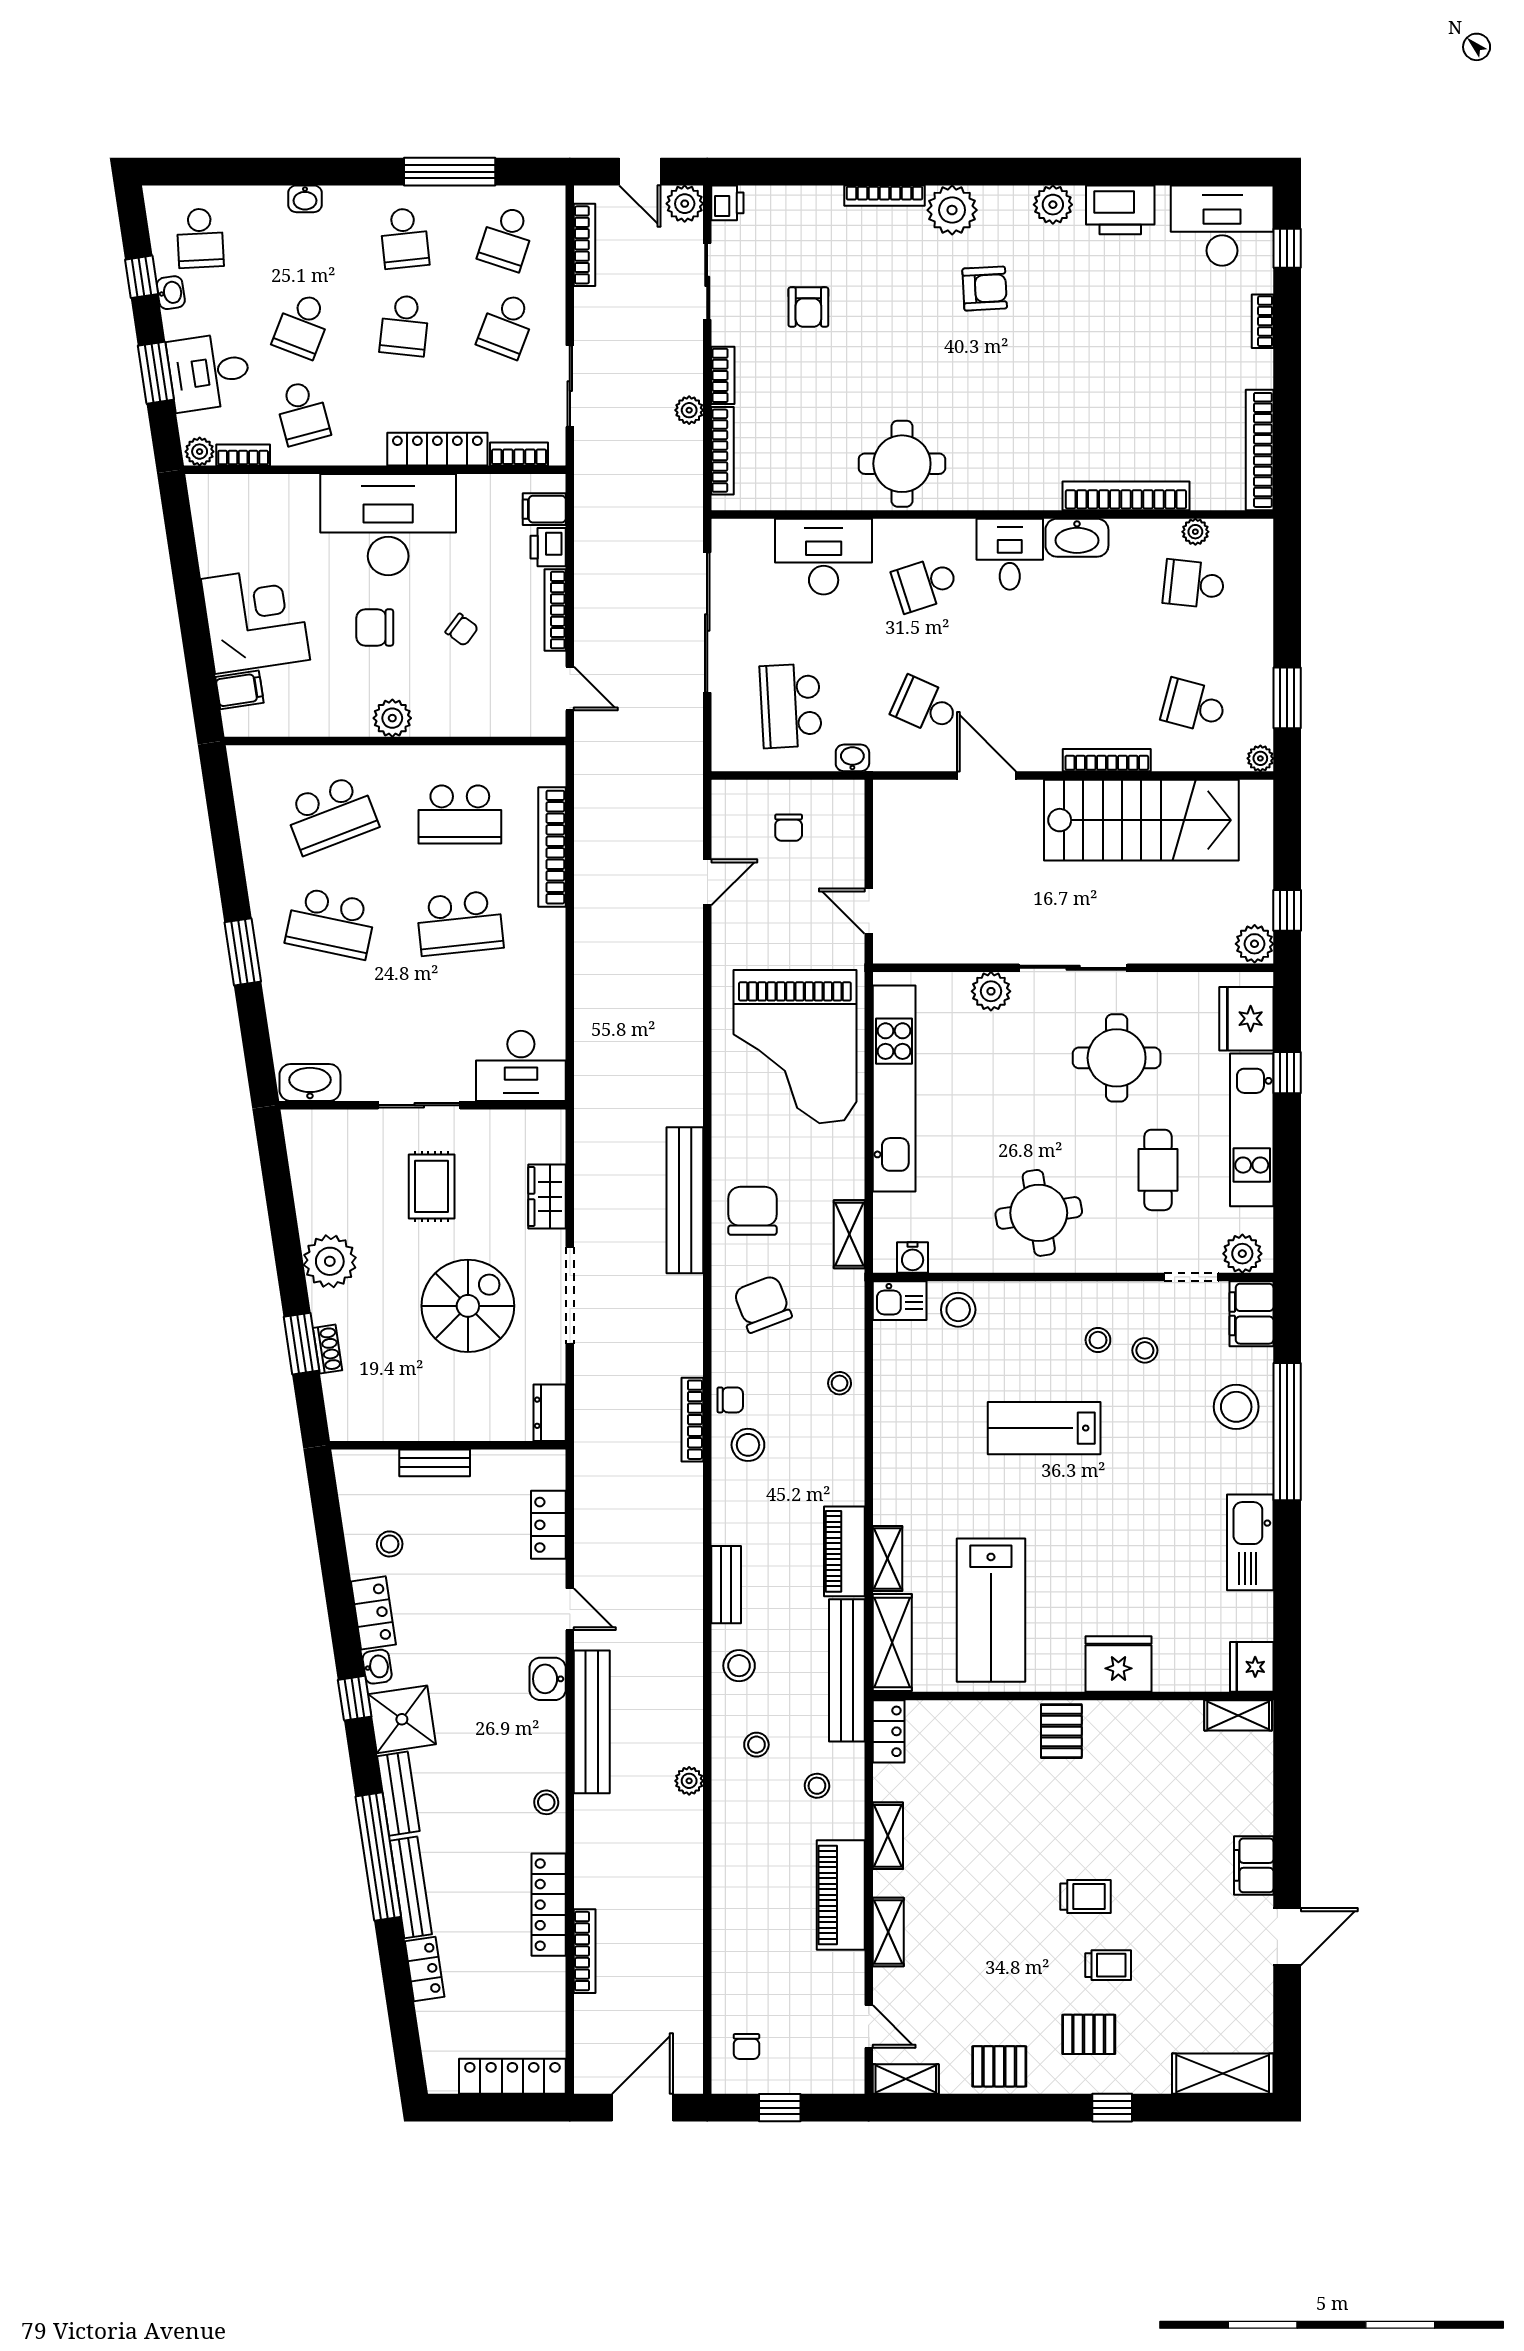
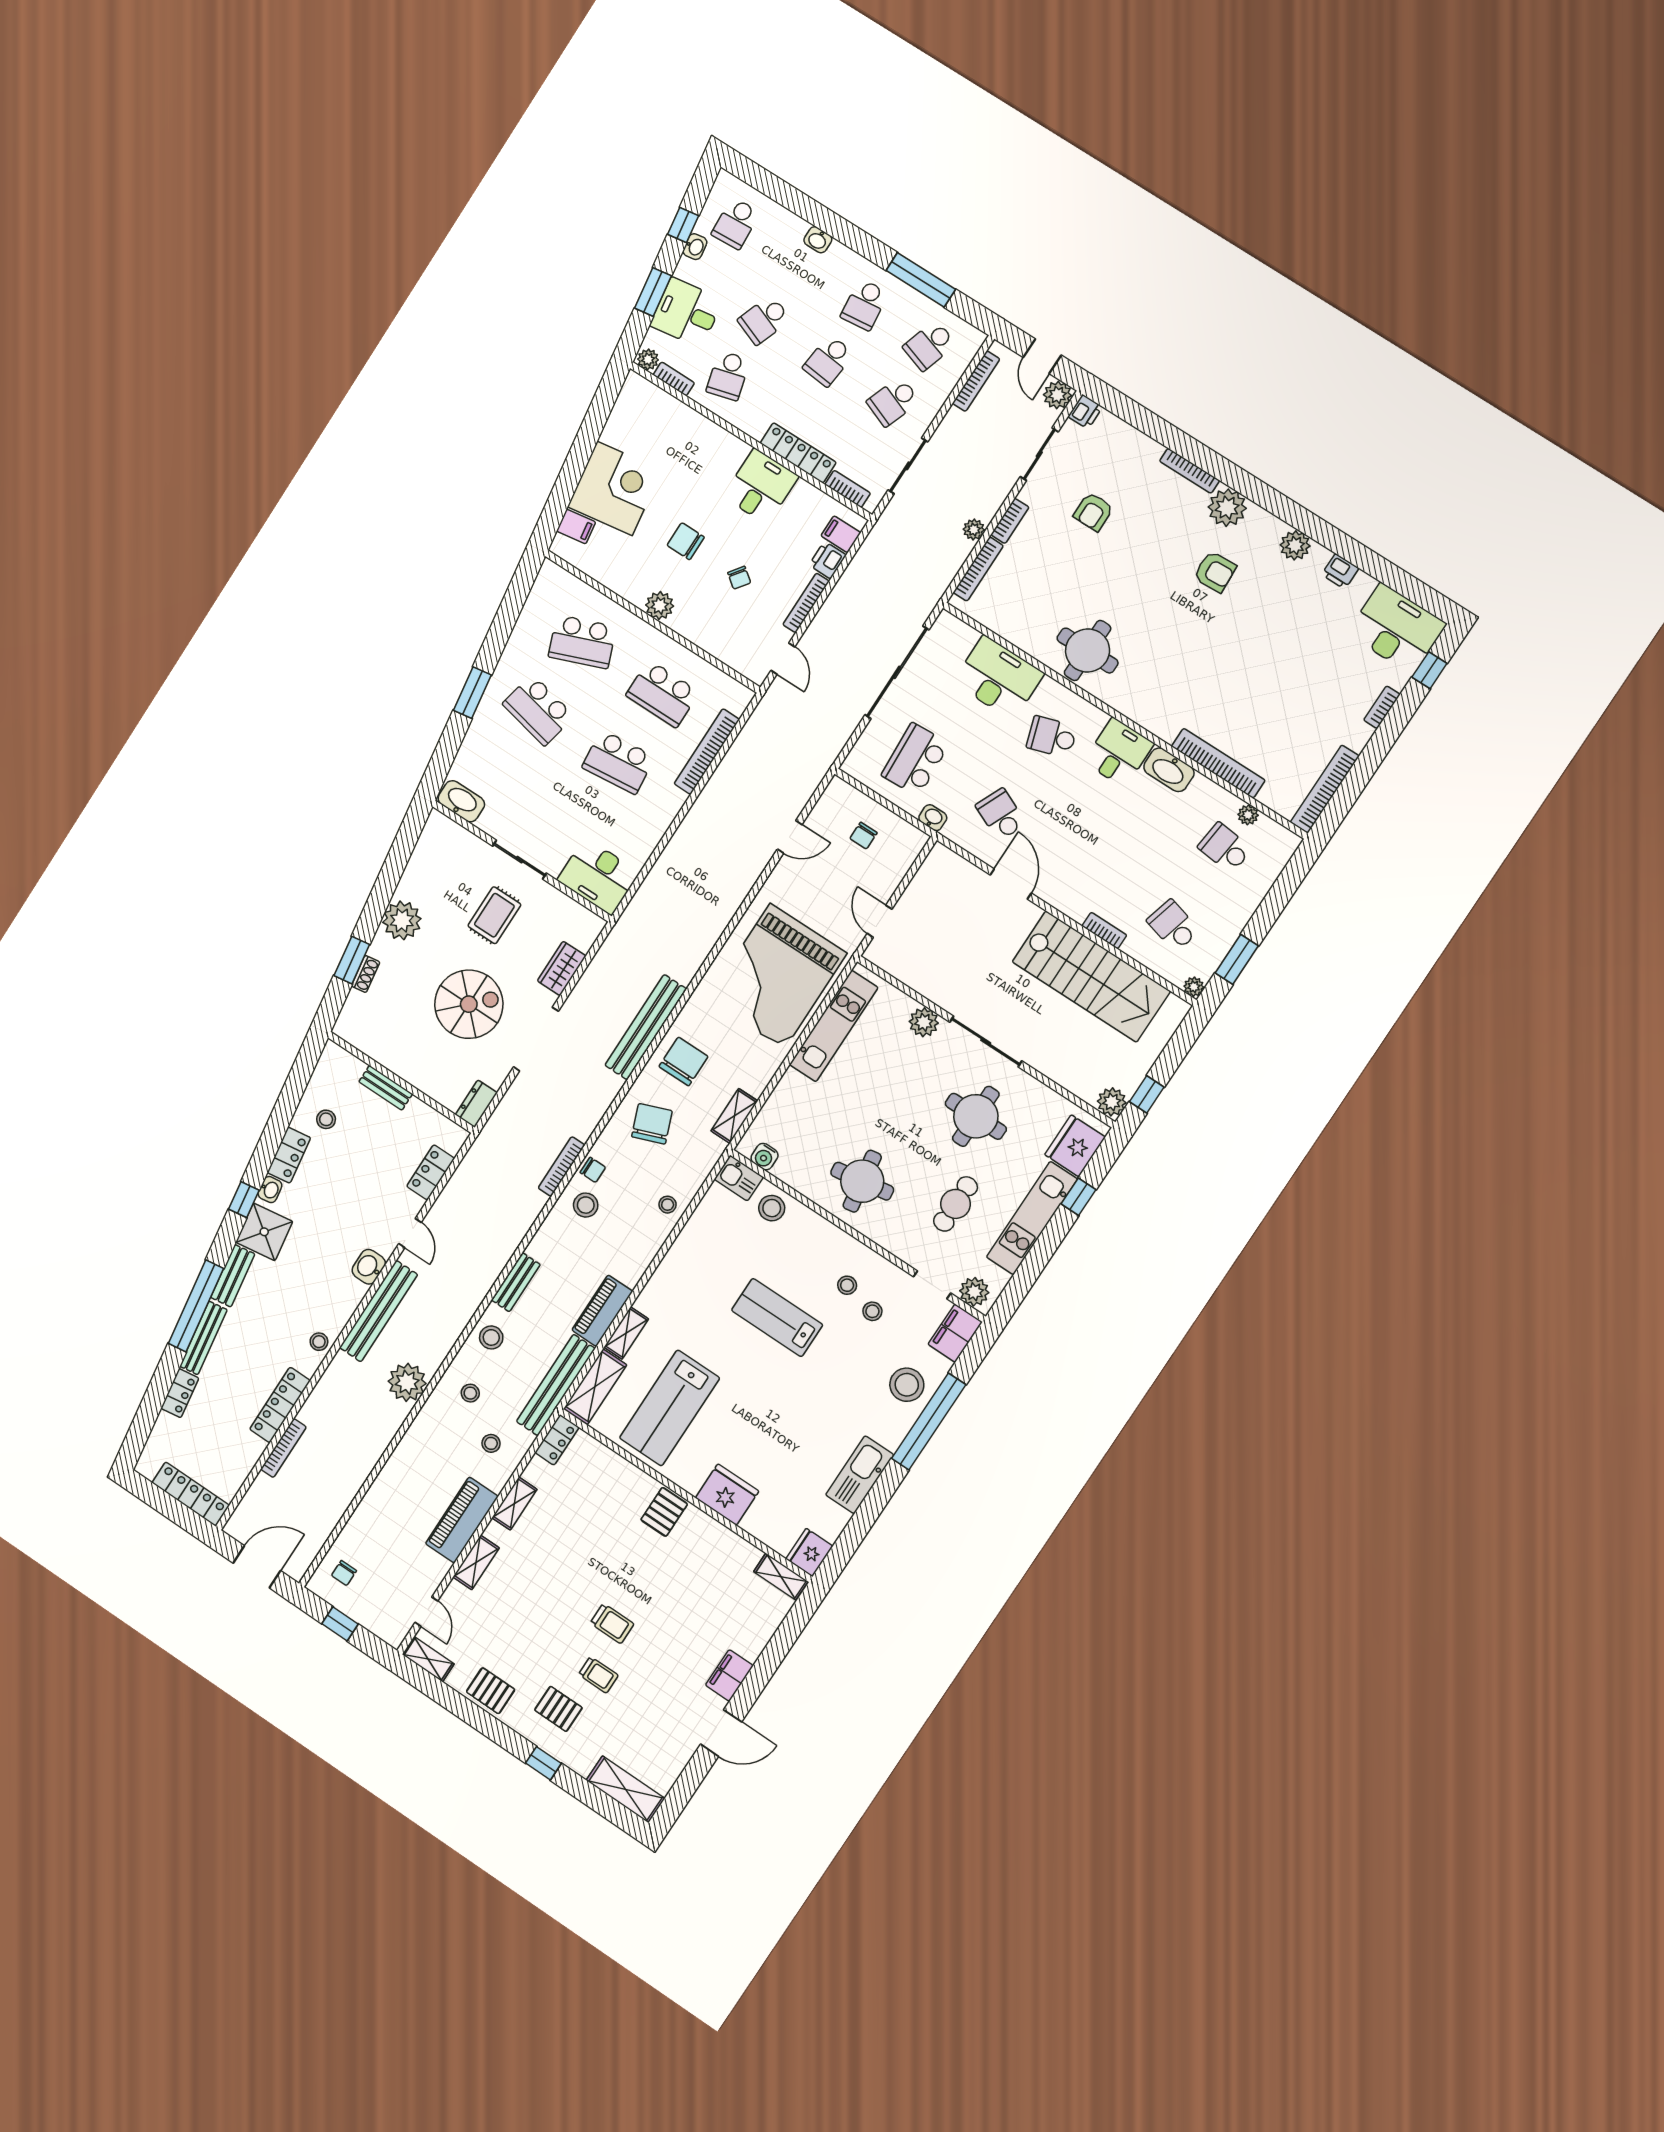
printer: (1120, 210) -> (1340, 571), width x0.53, depth x0.68
desk: (388, 525) -> (761, 486), width x0.53, depth x0.77
bookcase: (1107, 760) -> (1104, 931), width x0.64
kitchen unit: (894, 1088) -> (834, 1026), width x0.73
plant: (689, 1781) -> (407, 1382), width x1.87, depth x1.87

